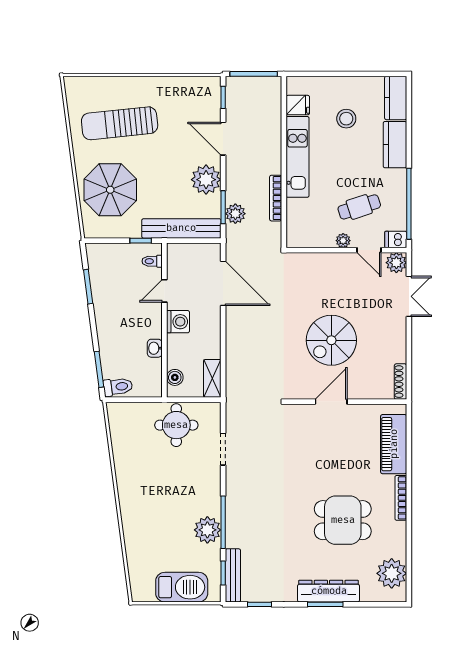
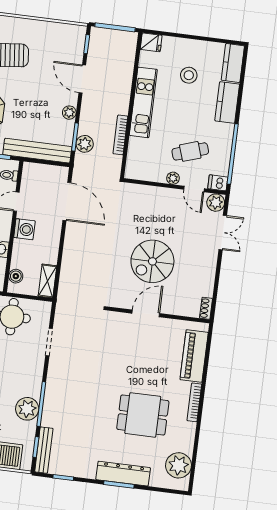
fridge: (298, 105) -> (151, 42), moved
plant: (206, 180) -> (69, 113), width x0.53, depth x0.53
shoe rack: (401, 382) -> (206, 308), width x0.70

